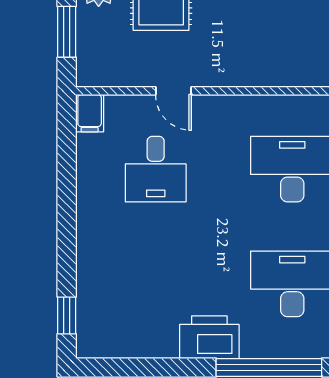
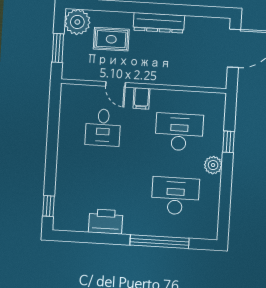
filing cabinet: (90, 113) -> (141, 98), moved
printer: (209, 337) -> (106, 222), moved

